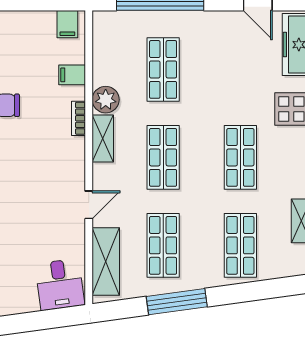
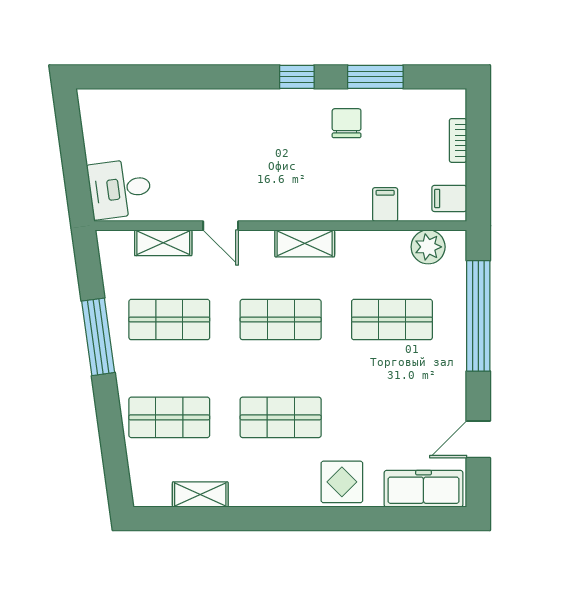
plant: (106, 100) -> (428, 247), moved
bookcase: (78, 118) -> (458, 140), moved, turned -90
shelving: (106, 262) -> (163, 243), width x0.67, depth x0.75

